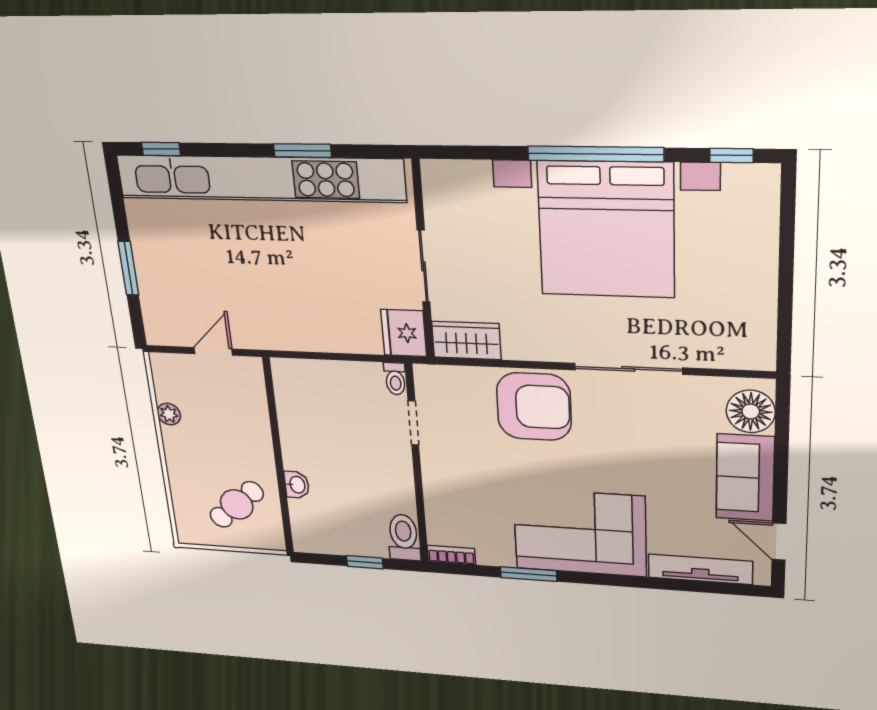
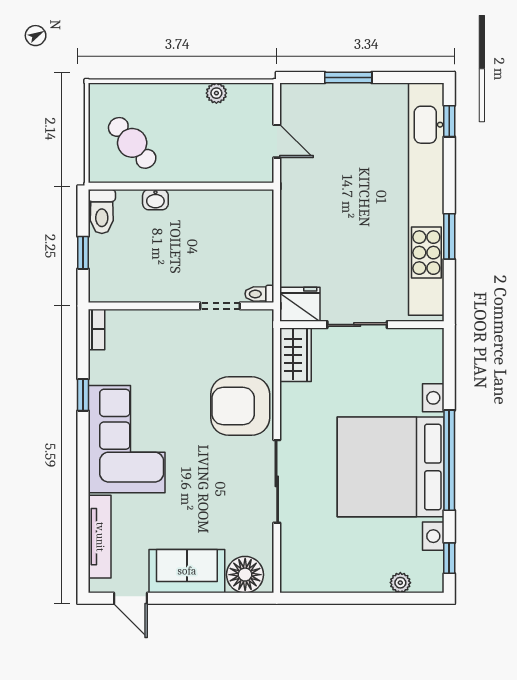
plant: (765, 221) -> (400, 583), added
armchair: (534, 407) -> (240, 406), turned 90
toilet: (404, 537) -> (102, 212), moved, turned 90
door: (779, 542) -> (130, 598), swing flipped
window: (529, 574) -> (83, 395), width x0.67

